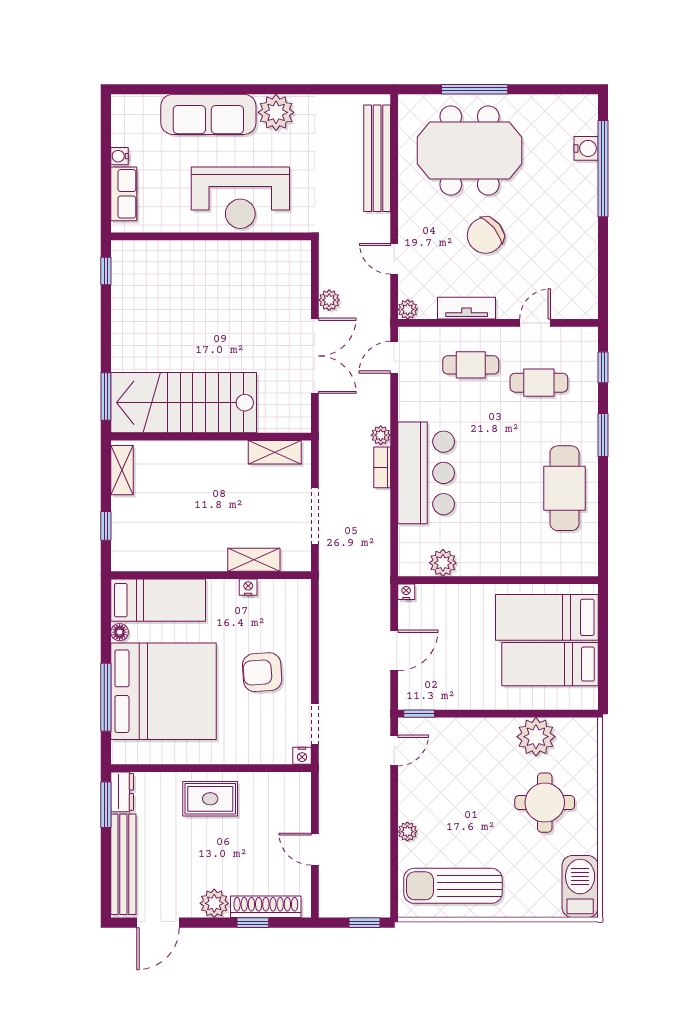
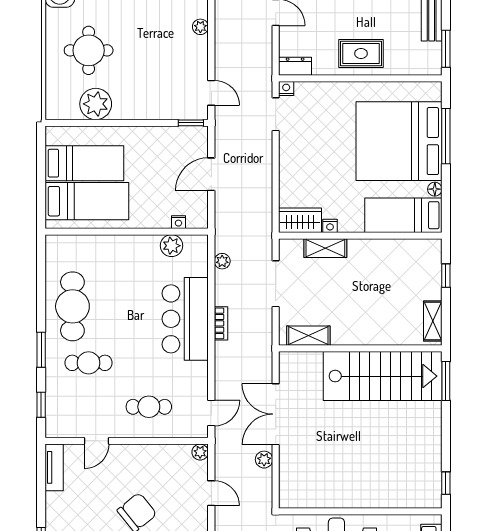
tv unit: (467, 308) -> (54, 467), moved, turned -90
cafe table: (539, 383) -> (89, 363), moved
plant: (381, 435) -> (222, 261), moved
nightstand: (406, 592) -> (178, 222), moved
wardrobe: (285, 594) -> (300, 220), added
armchair: (262, 672) -> (319, 157), removed
door: (394, 750) -> (211, 93), swing flipped
dresser: (122, 792) -> (295, 66), moved, turned 90

